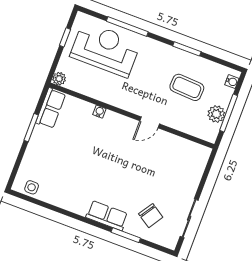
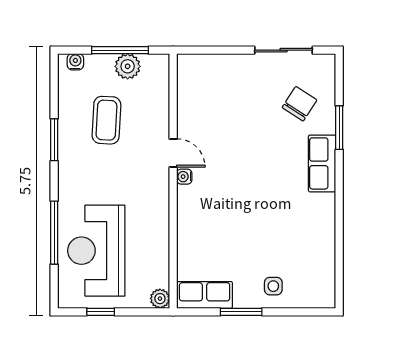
water cooler: (99, 112) -> (184, 177), moved
side table: (32, 187) -> (273, 286), moved

